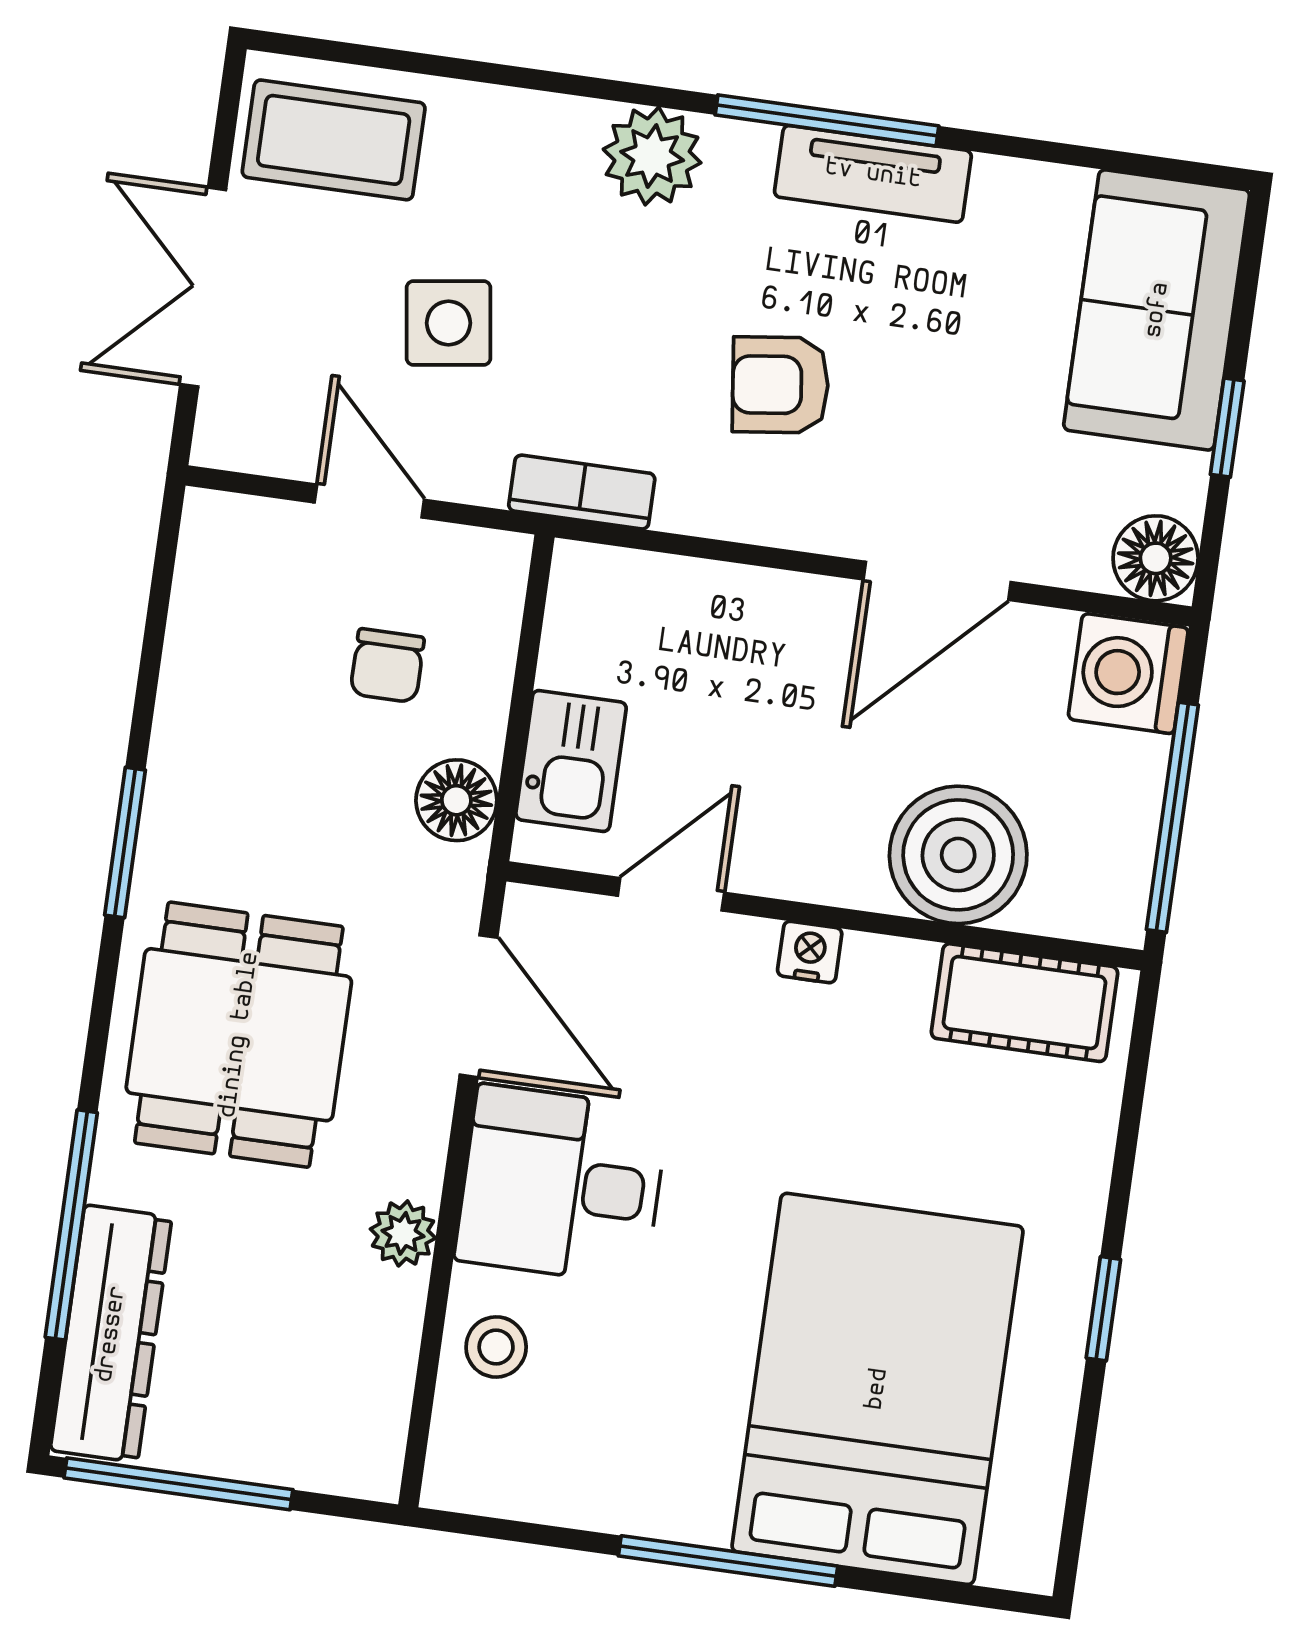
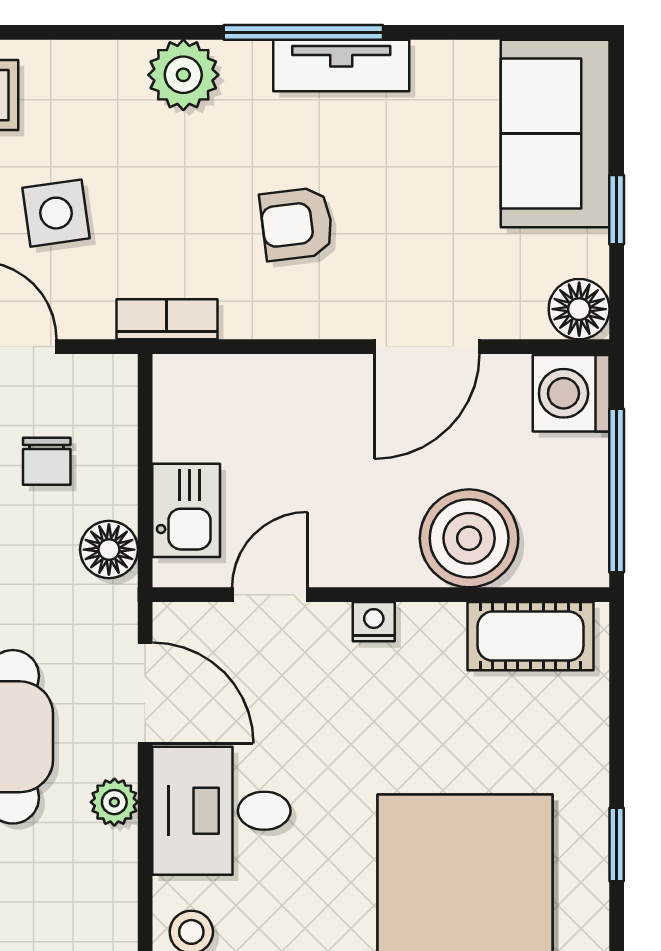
plant: (403, 1233) -> (114, 802), moved

